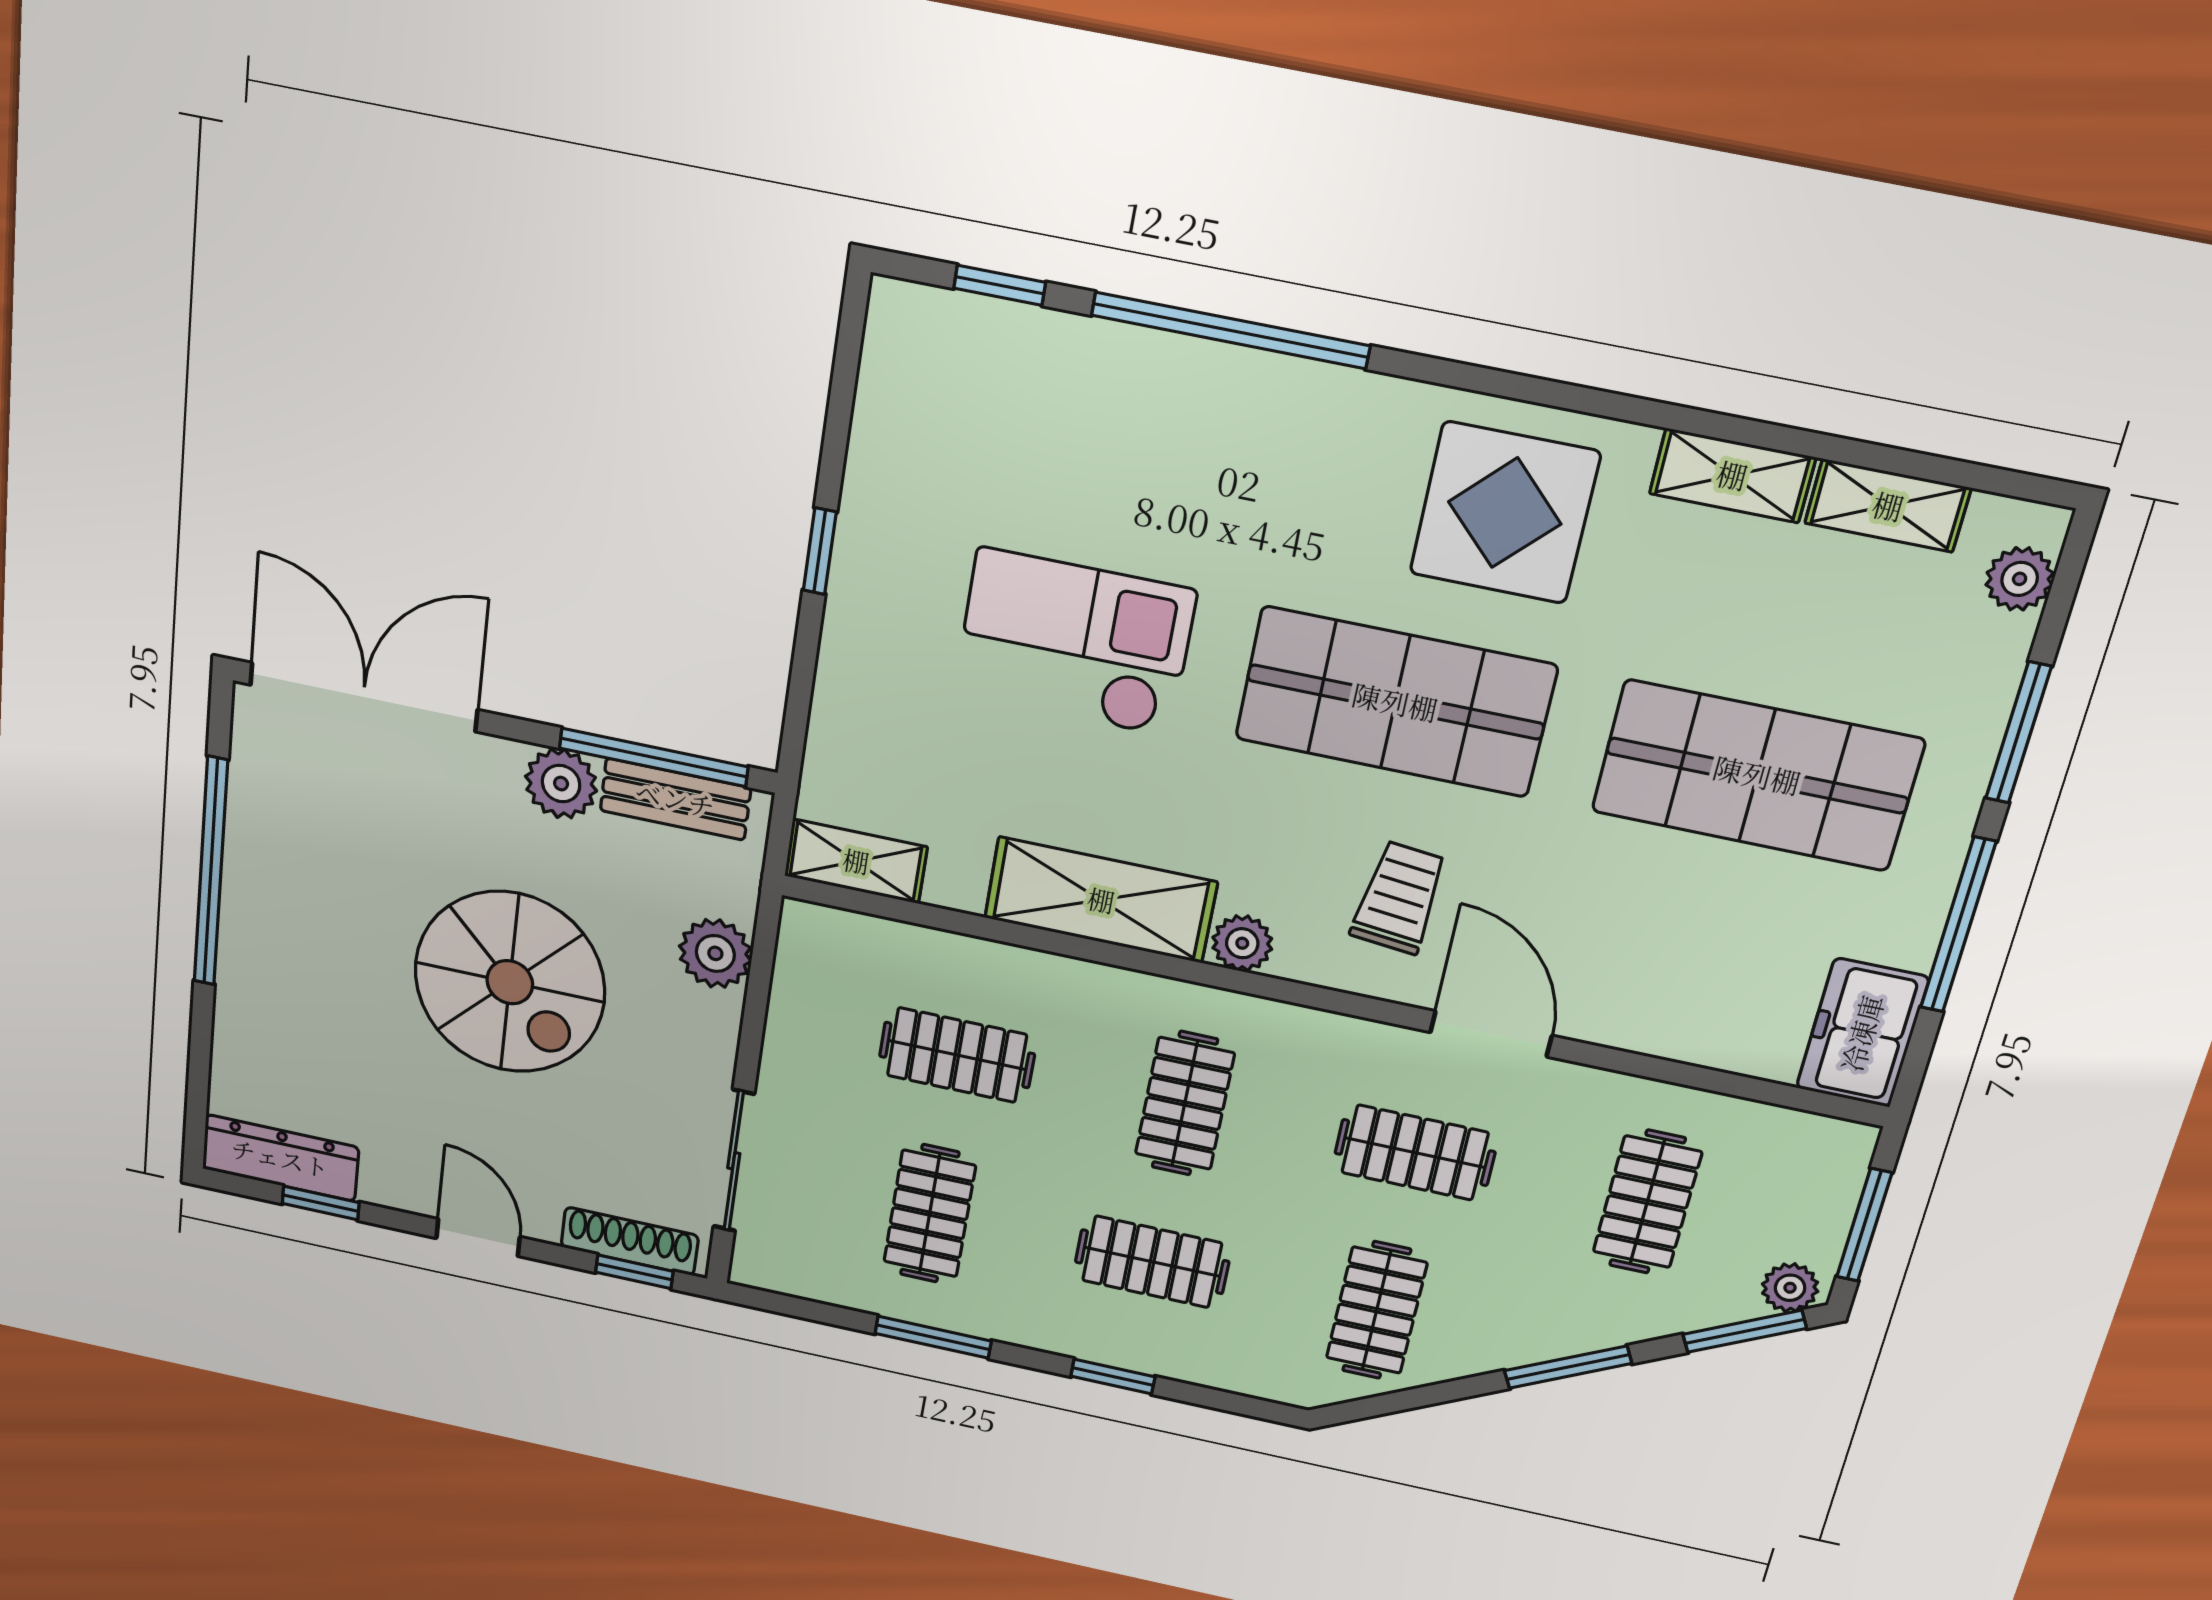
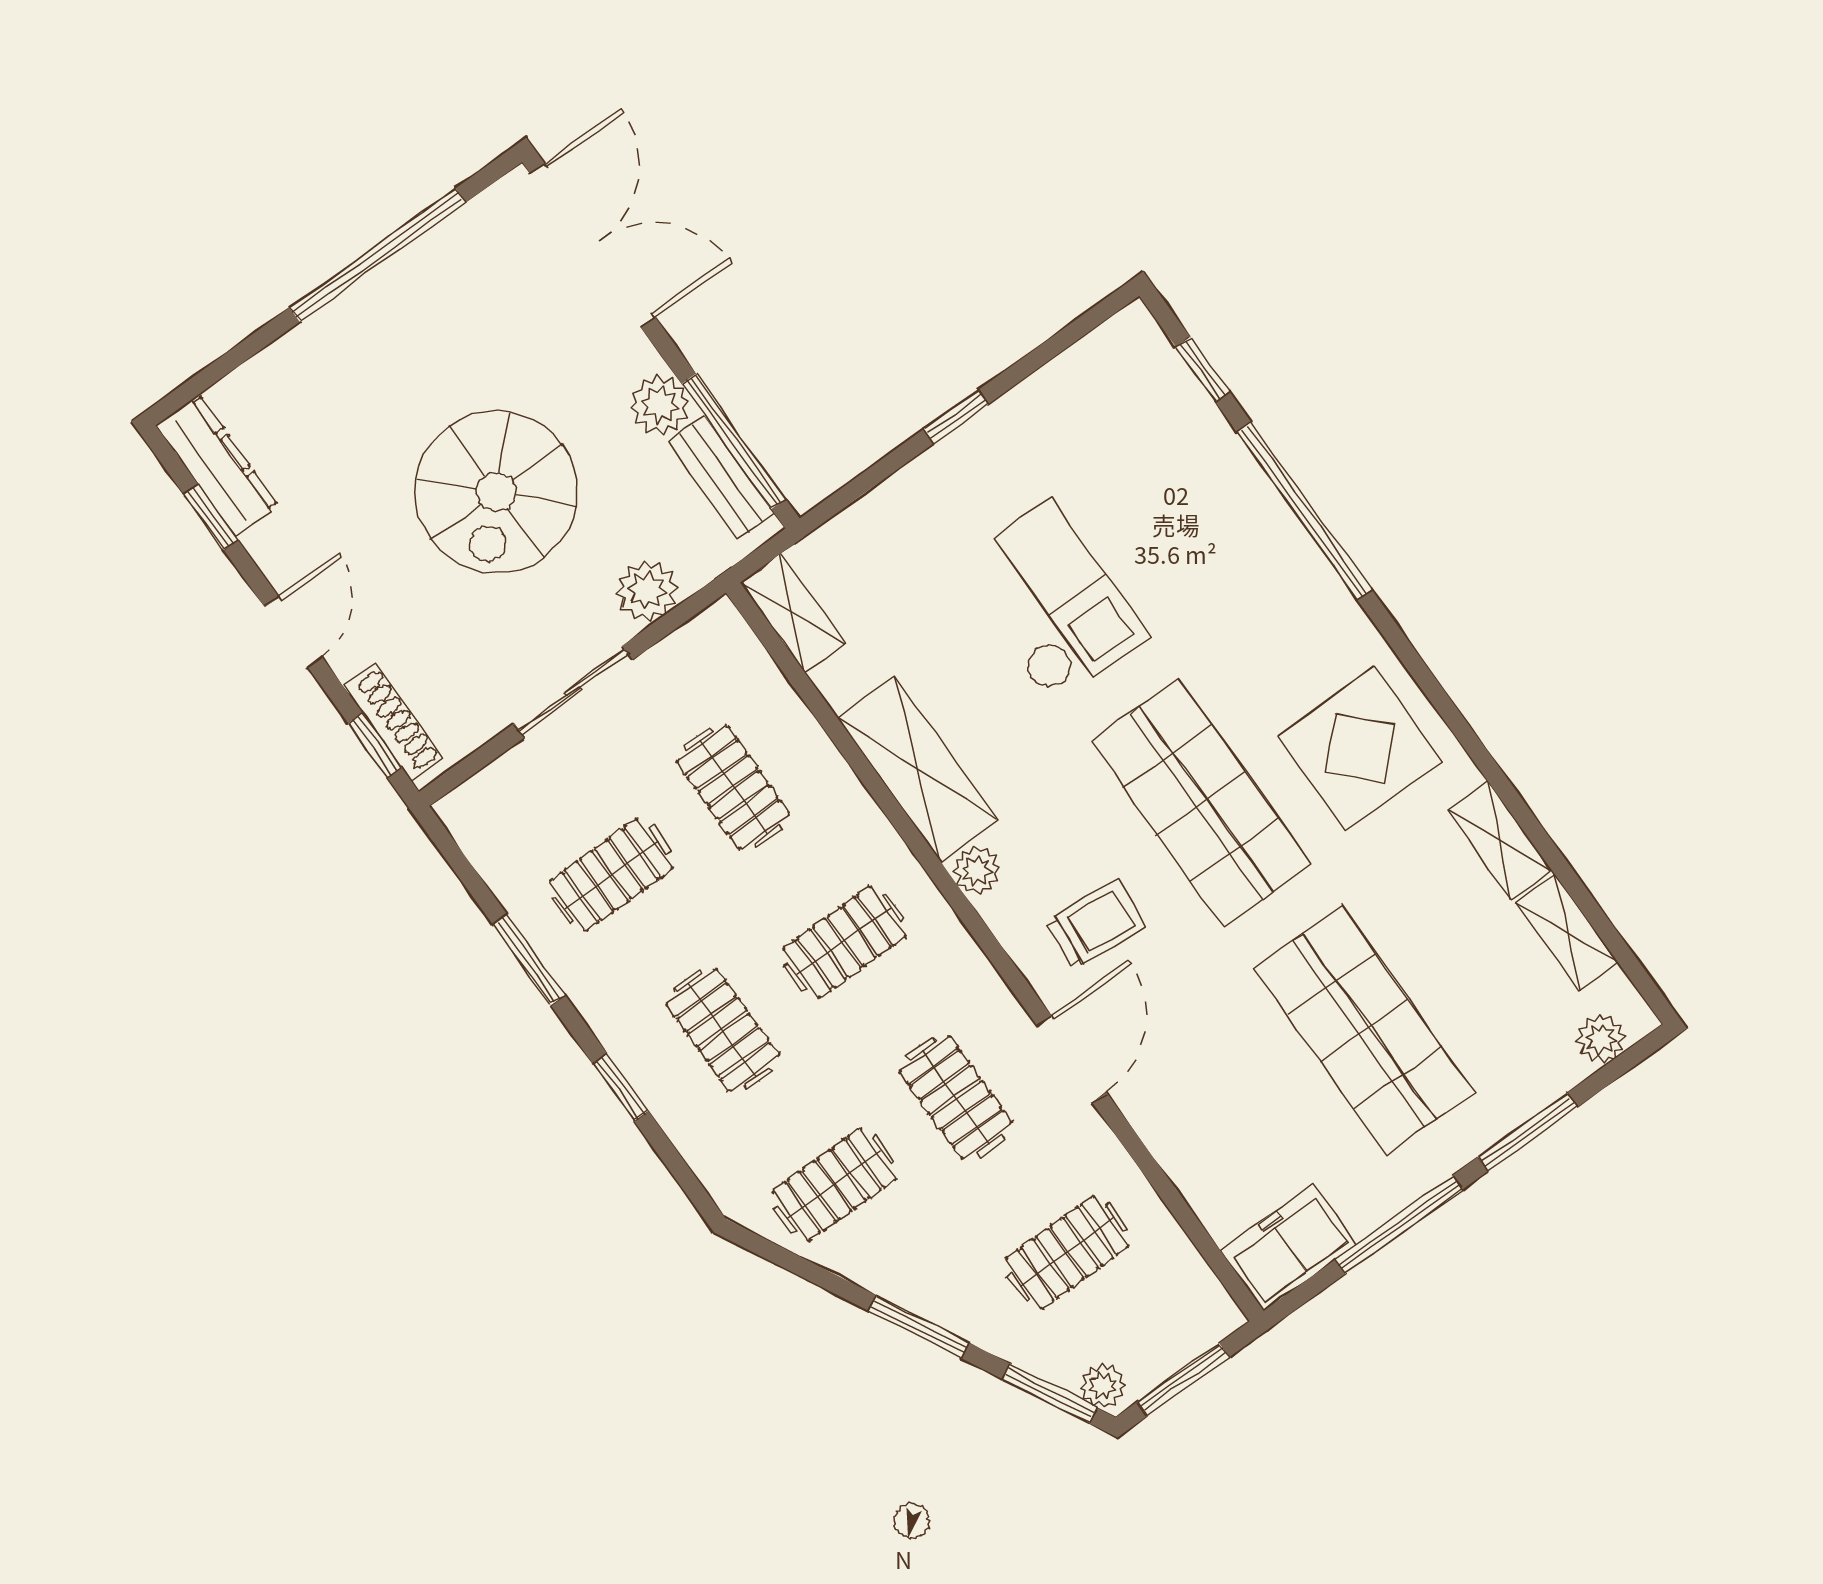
sliding door: (734, 1161) -> (573, 692), moved

